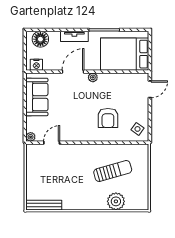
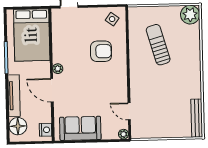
tv unit: (74, 36) -> (14, 96), width x1.41
plant: (116, 201) -> (190, 15), moved

